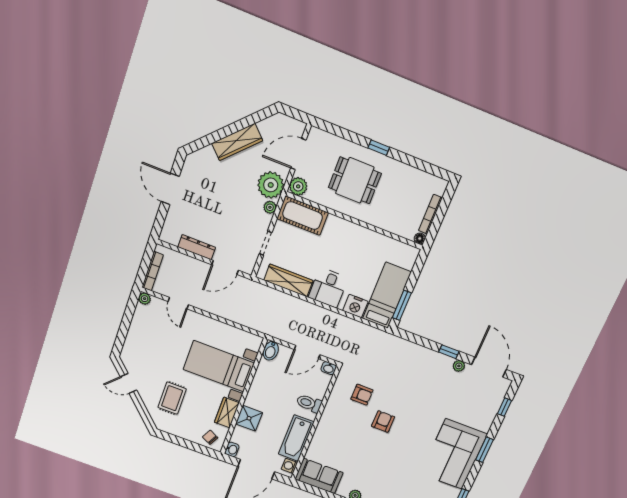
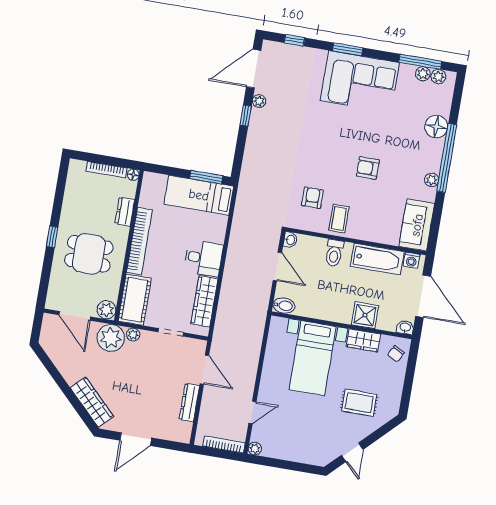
wardrobe: (237, 142) -> (92, 402), moved
dining table: (355, 180) -> (89, 254), turned 90
dresser: (387, 223) -> (125, 212), added
bookcase: (357, 232) -> (139, 241), added
nightstand: (355, 306) -> (217, 226), removed
coffee table: (339, 413) -> (339, 218), added
armchair: (383, 422) -> (368, 168), moved

